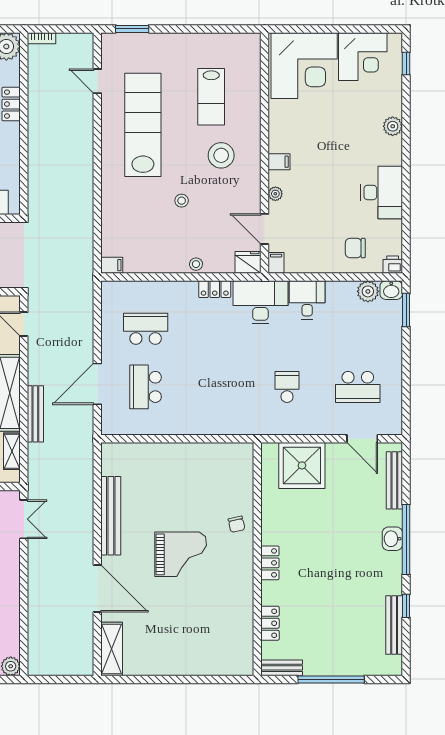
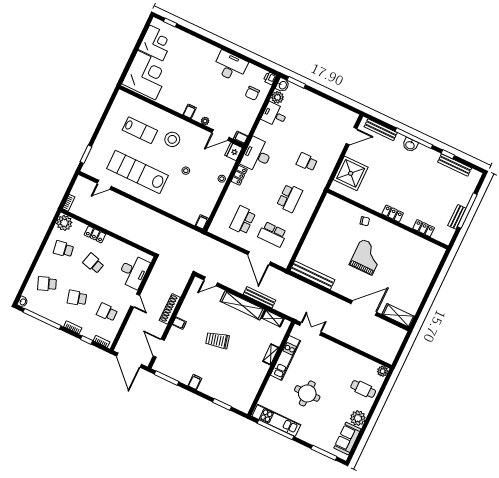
plant: (393, 126) -> (199, 44), removed
desk: (307, 300) -> (275, 115), moved
school desk: (358, 387) -> (290, 198), moved
bench: (111, 516) -> (312, 275), moved
bench: (282, 668) -> (457, 217), moved

